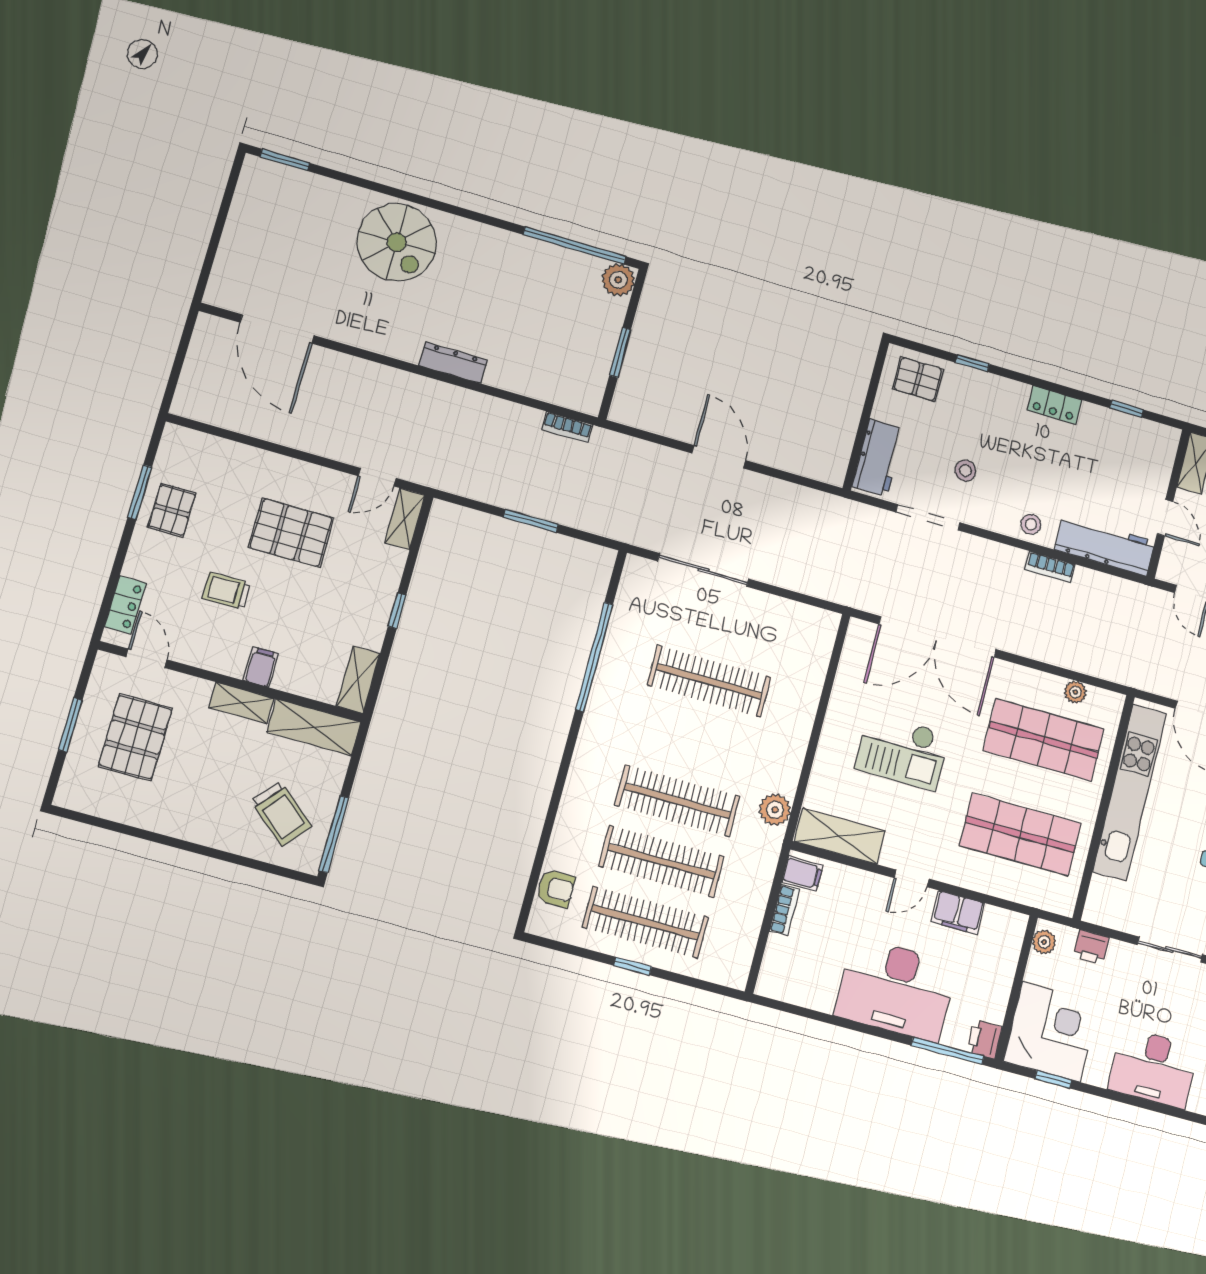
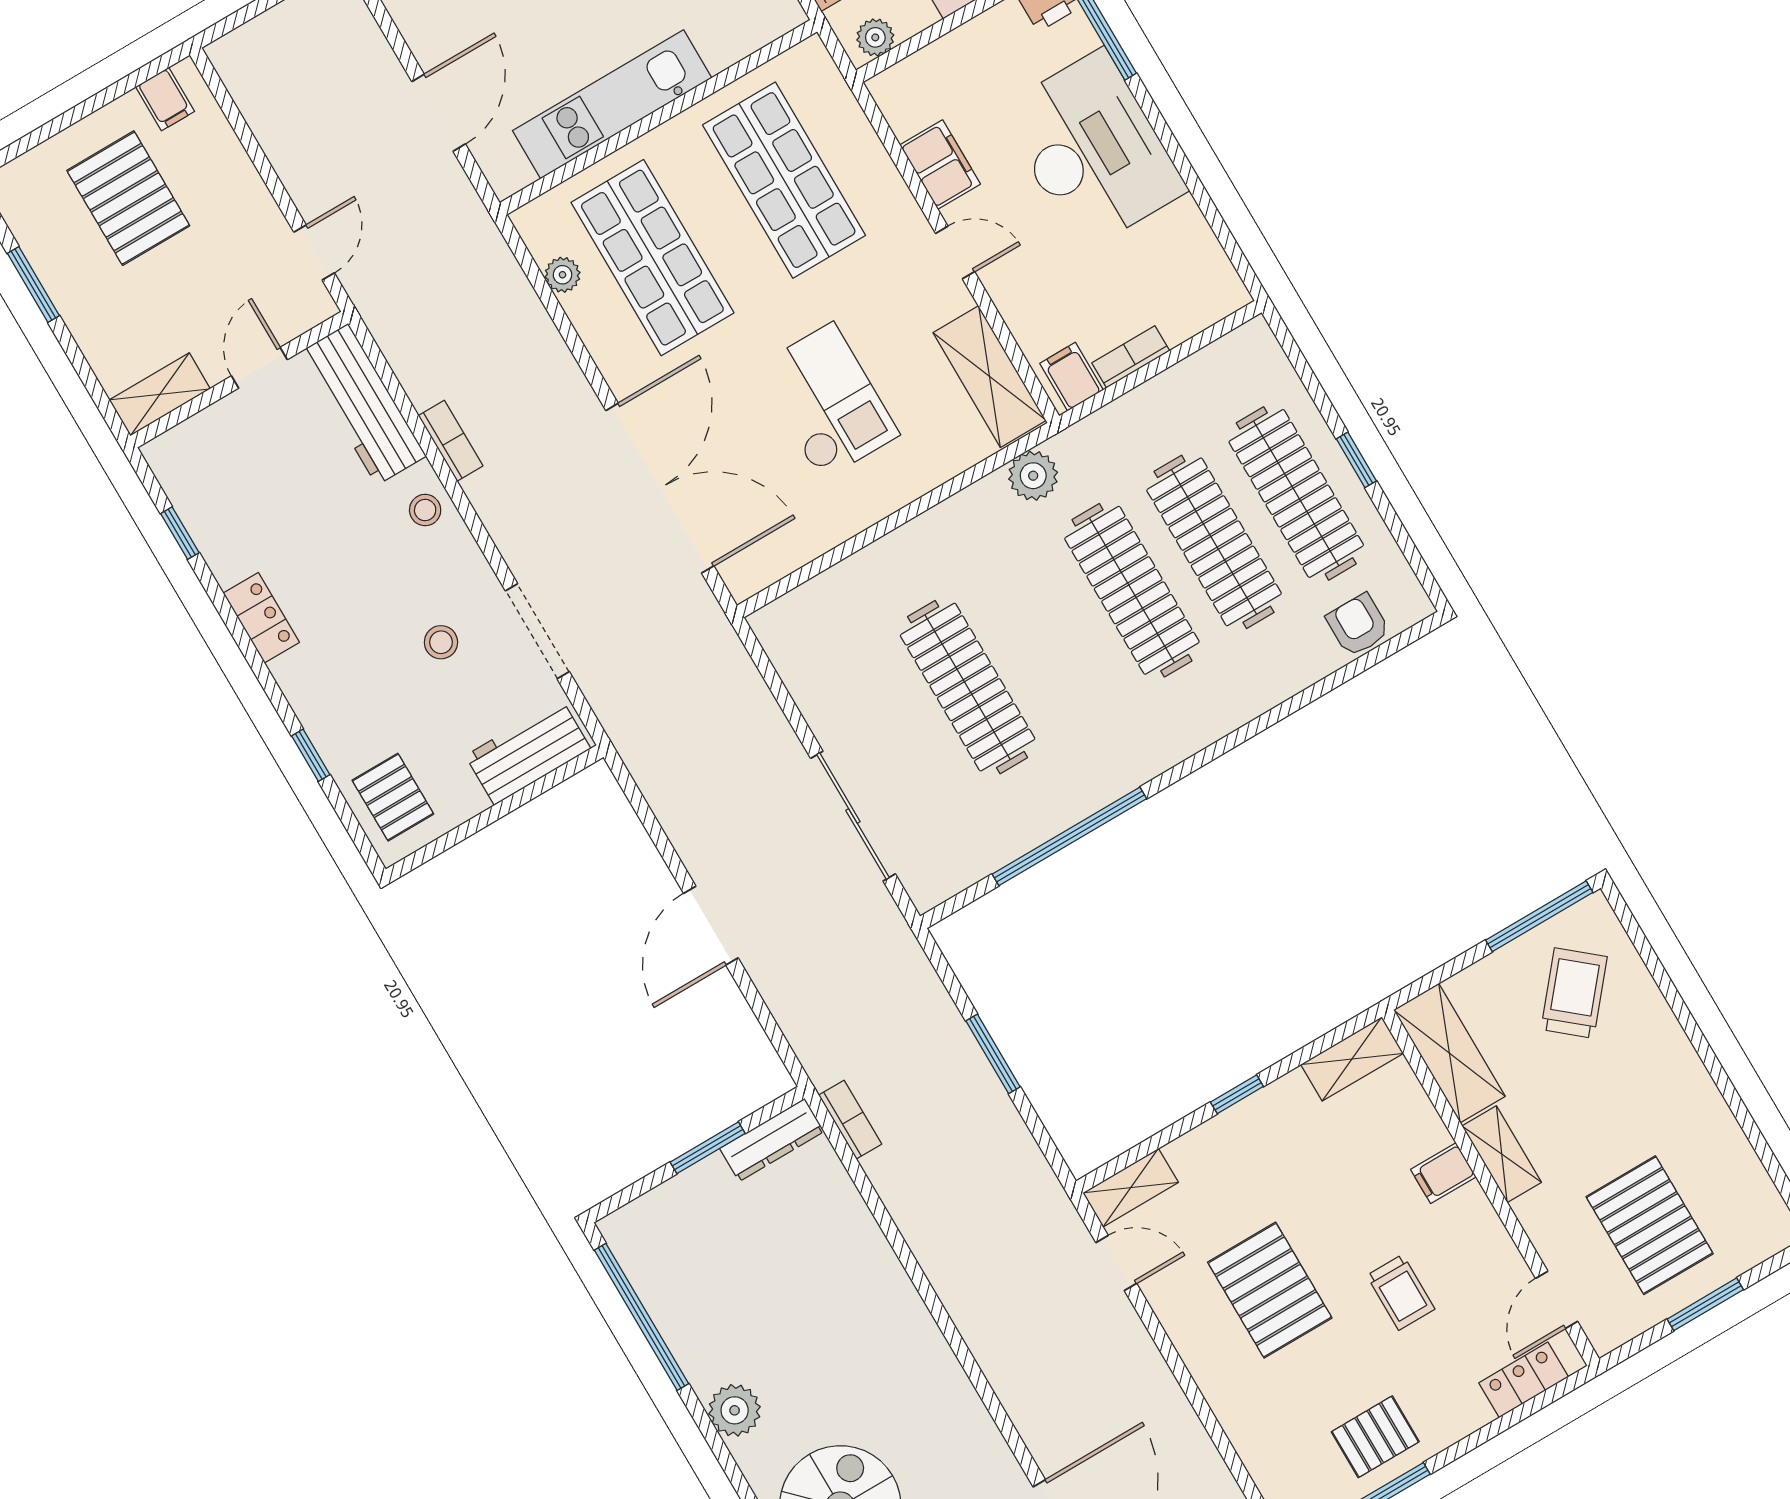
plant: (618, 280) -> (735, 1410), moved
dresser: (453, 363) -> (772, 1140), moved, turned -90
pallet: (135, 737) -> (1650, 1225), turned 90
kitchen unit: (1130, 792) -> (612, 104), width x0.73

